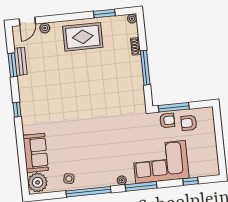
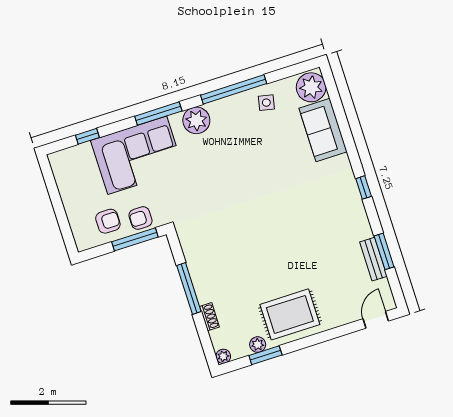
plant: (45, 28) -> (258, 345), moved
plant: (122, 180) -> (196, 120), width x1.88, depth x1.88

